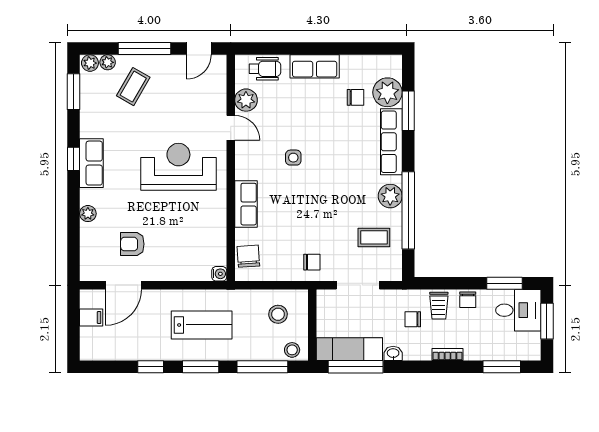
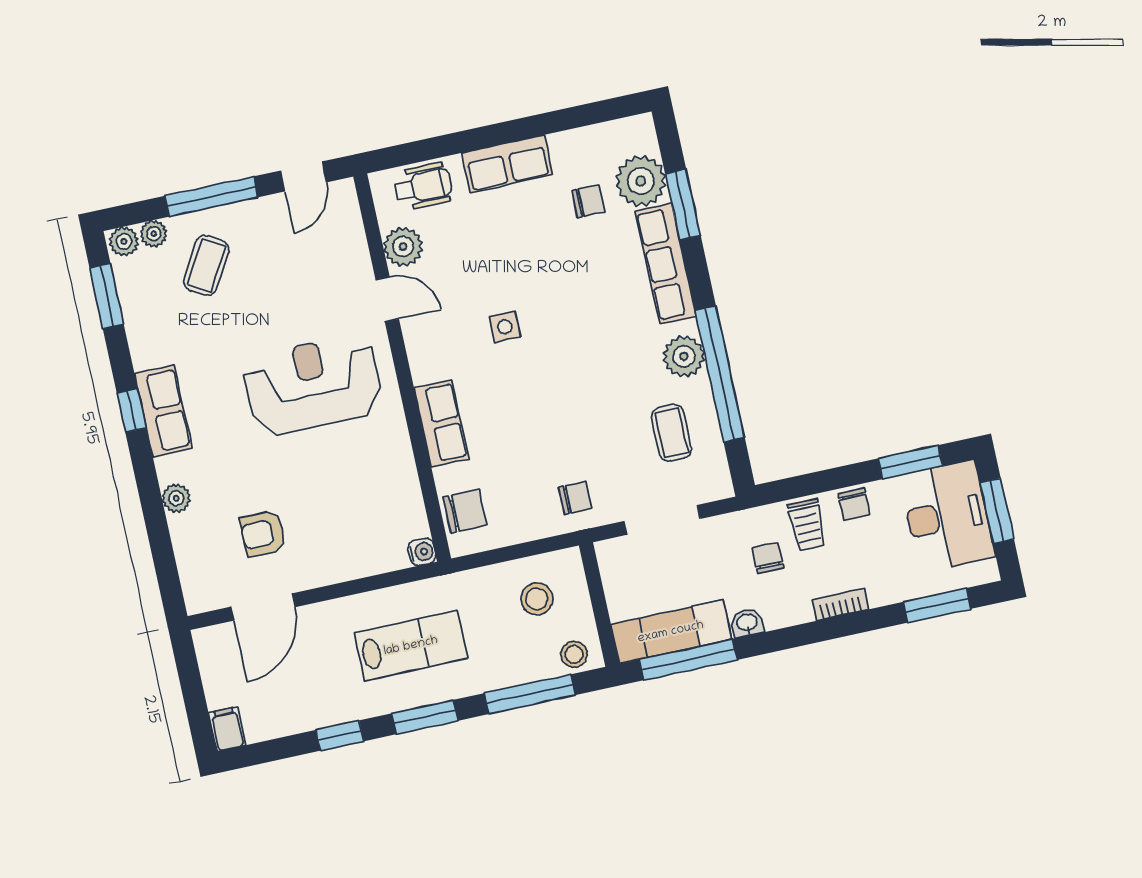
coffee table: (374, 237) -> (672, 433), turned 90
chair: (248, 256) -> (465, 511), turned 94
desk: (518, 310) -> (947, 516), width x1.37
filing cabinet: (91, 317) -> (227, 729), moved, turned -90
chair: (413, 319) -> (768, 558), turned 90

